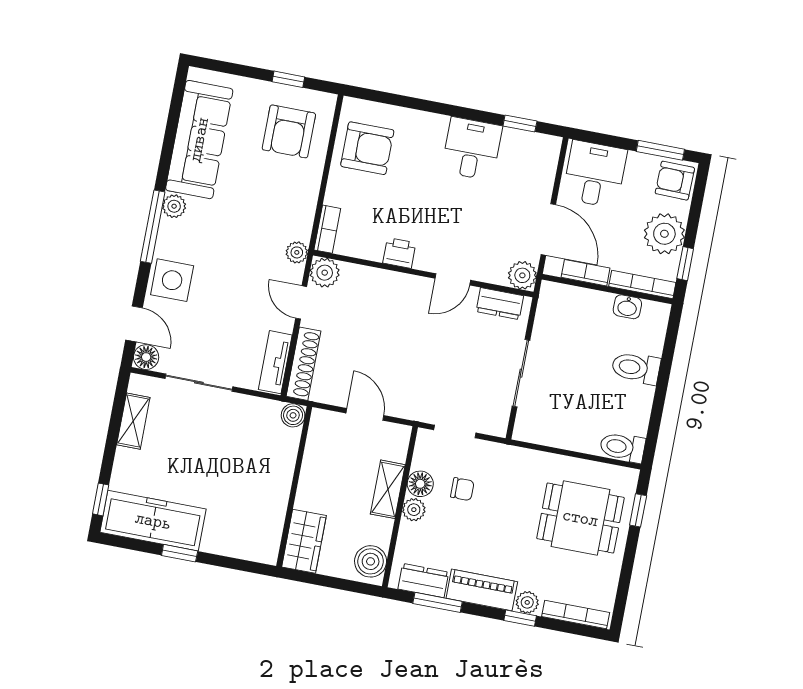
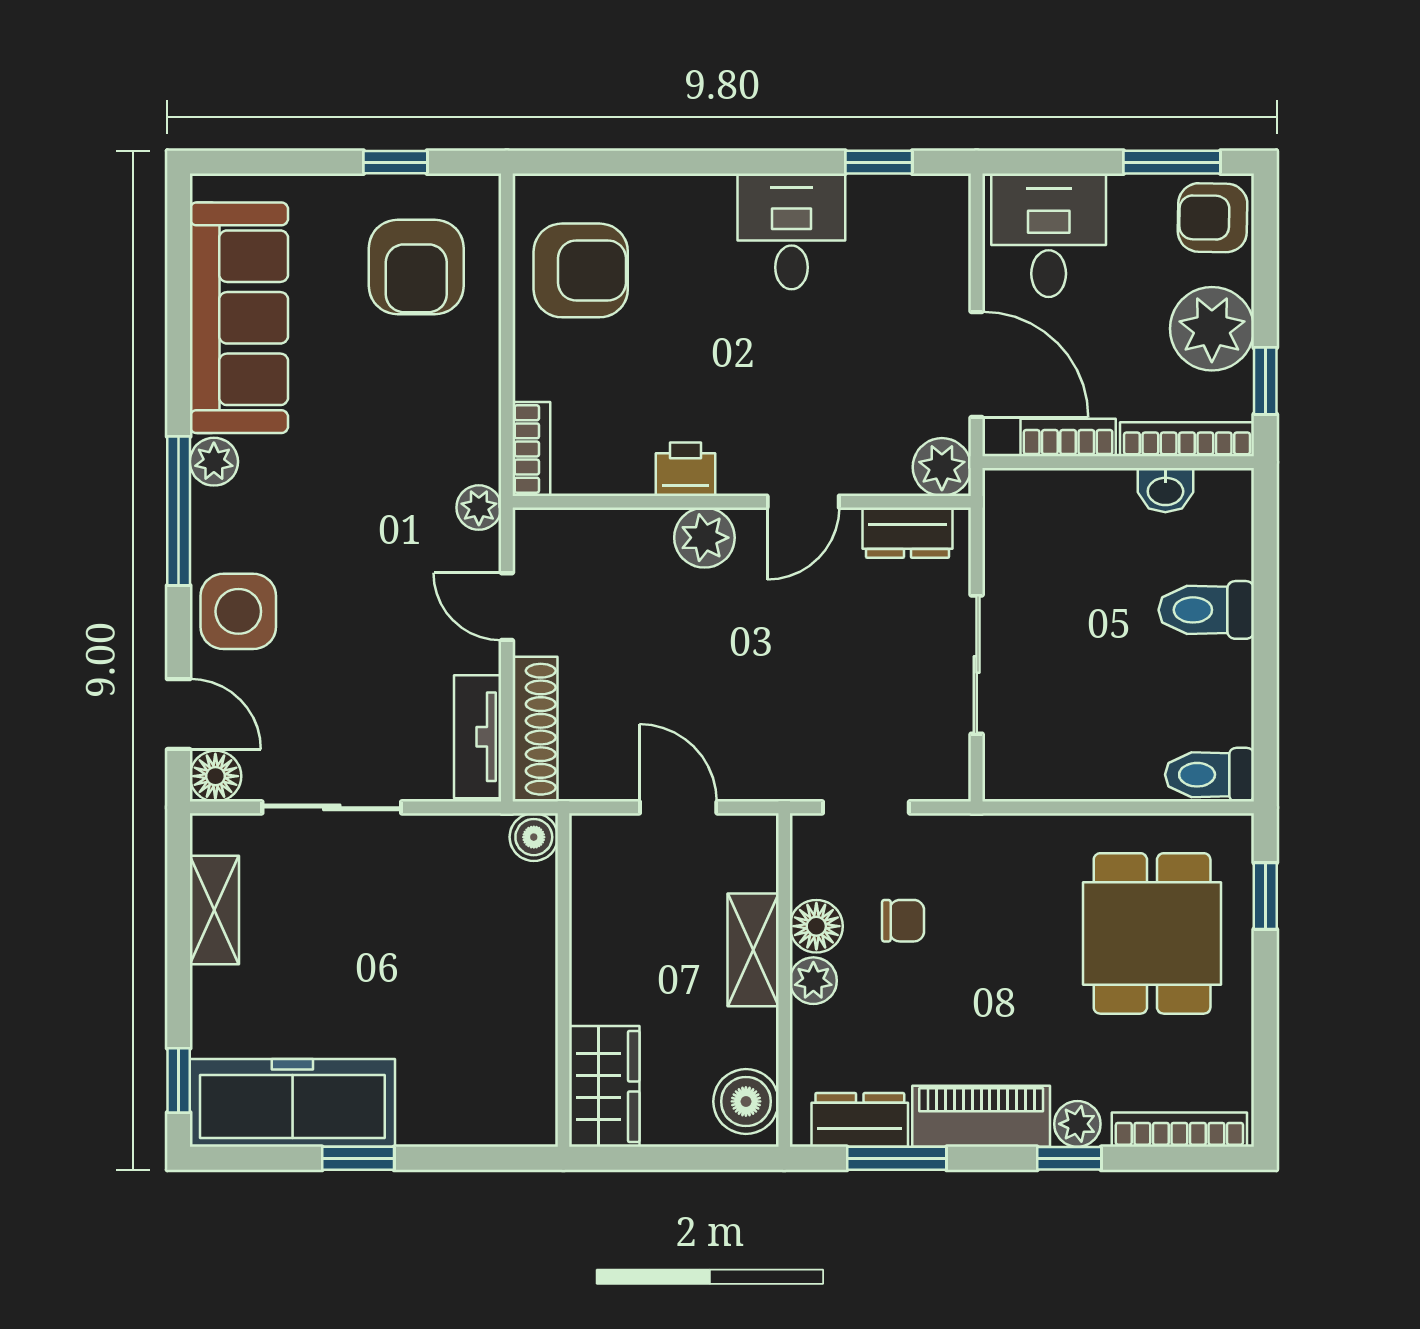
plant: (325, 273) -> (704, 538), moved
dining table: (580, 518) -> (1152, 933), turned 90

